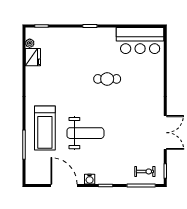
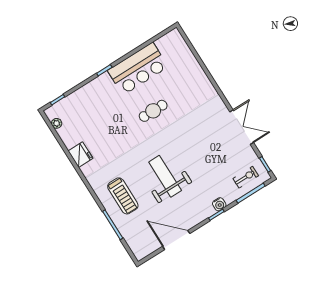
bar counter: (140, 41) -> (138, 69), moved
fridge: (33, 57) -> (80, 155), moved
treadmill: (45, 128) -> (123, 196), width x0.73, depth x0.73
weight bench: (85, 133) -> (165, 176), turned -90
water cooler: (90, 179) -> (219, 204), moved

